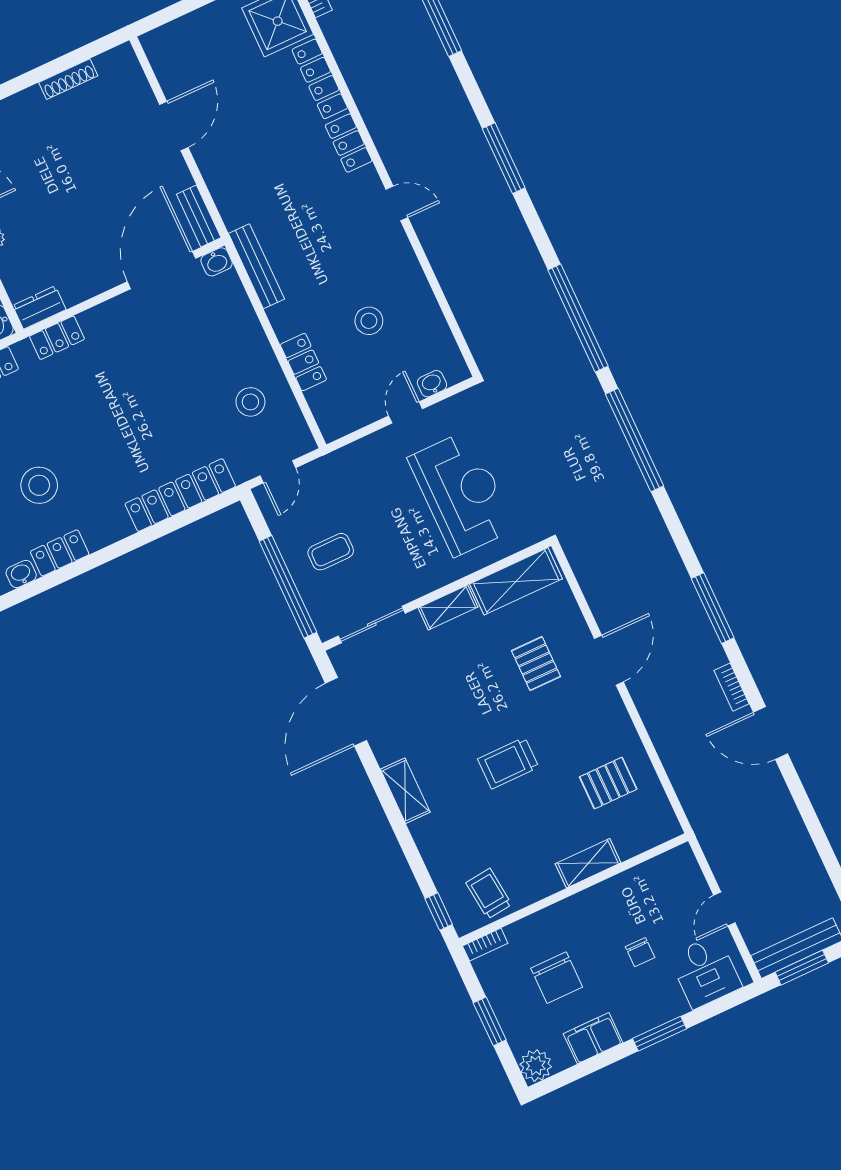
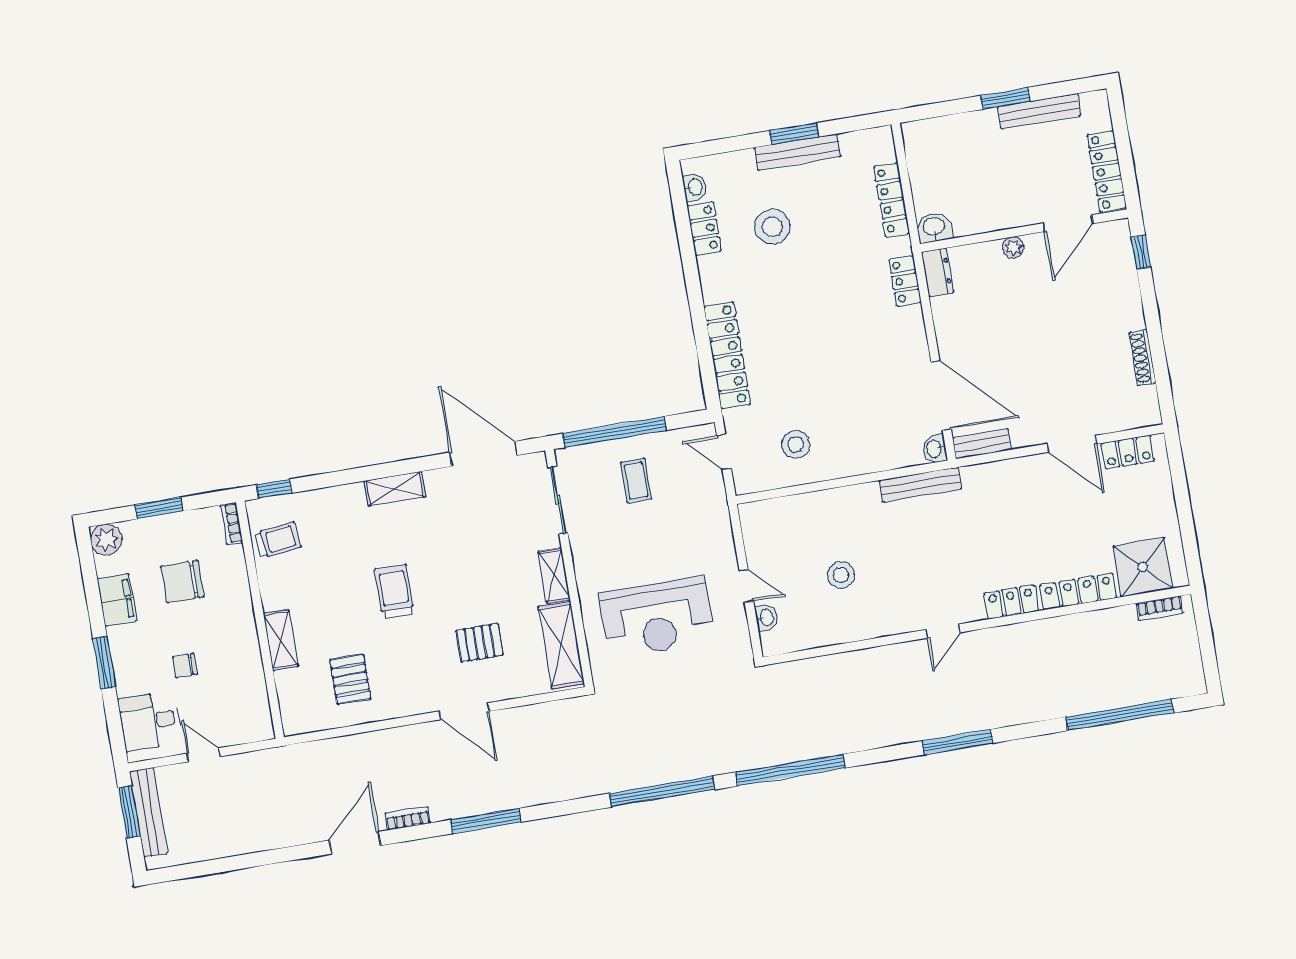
locker: (303, 362) -> (1128, 452), moved

